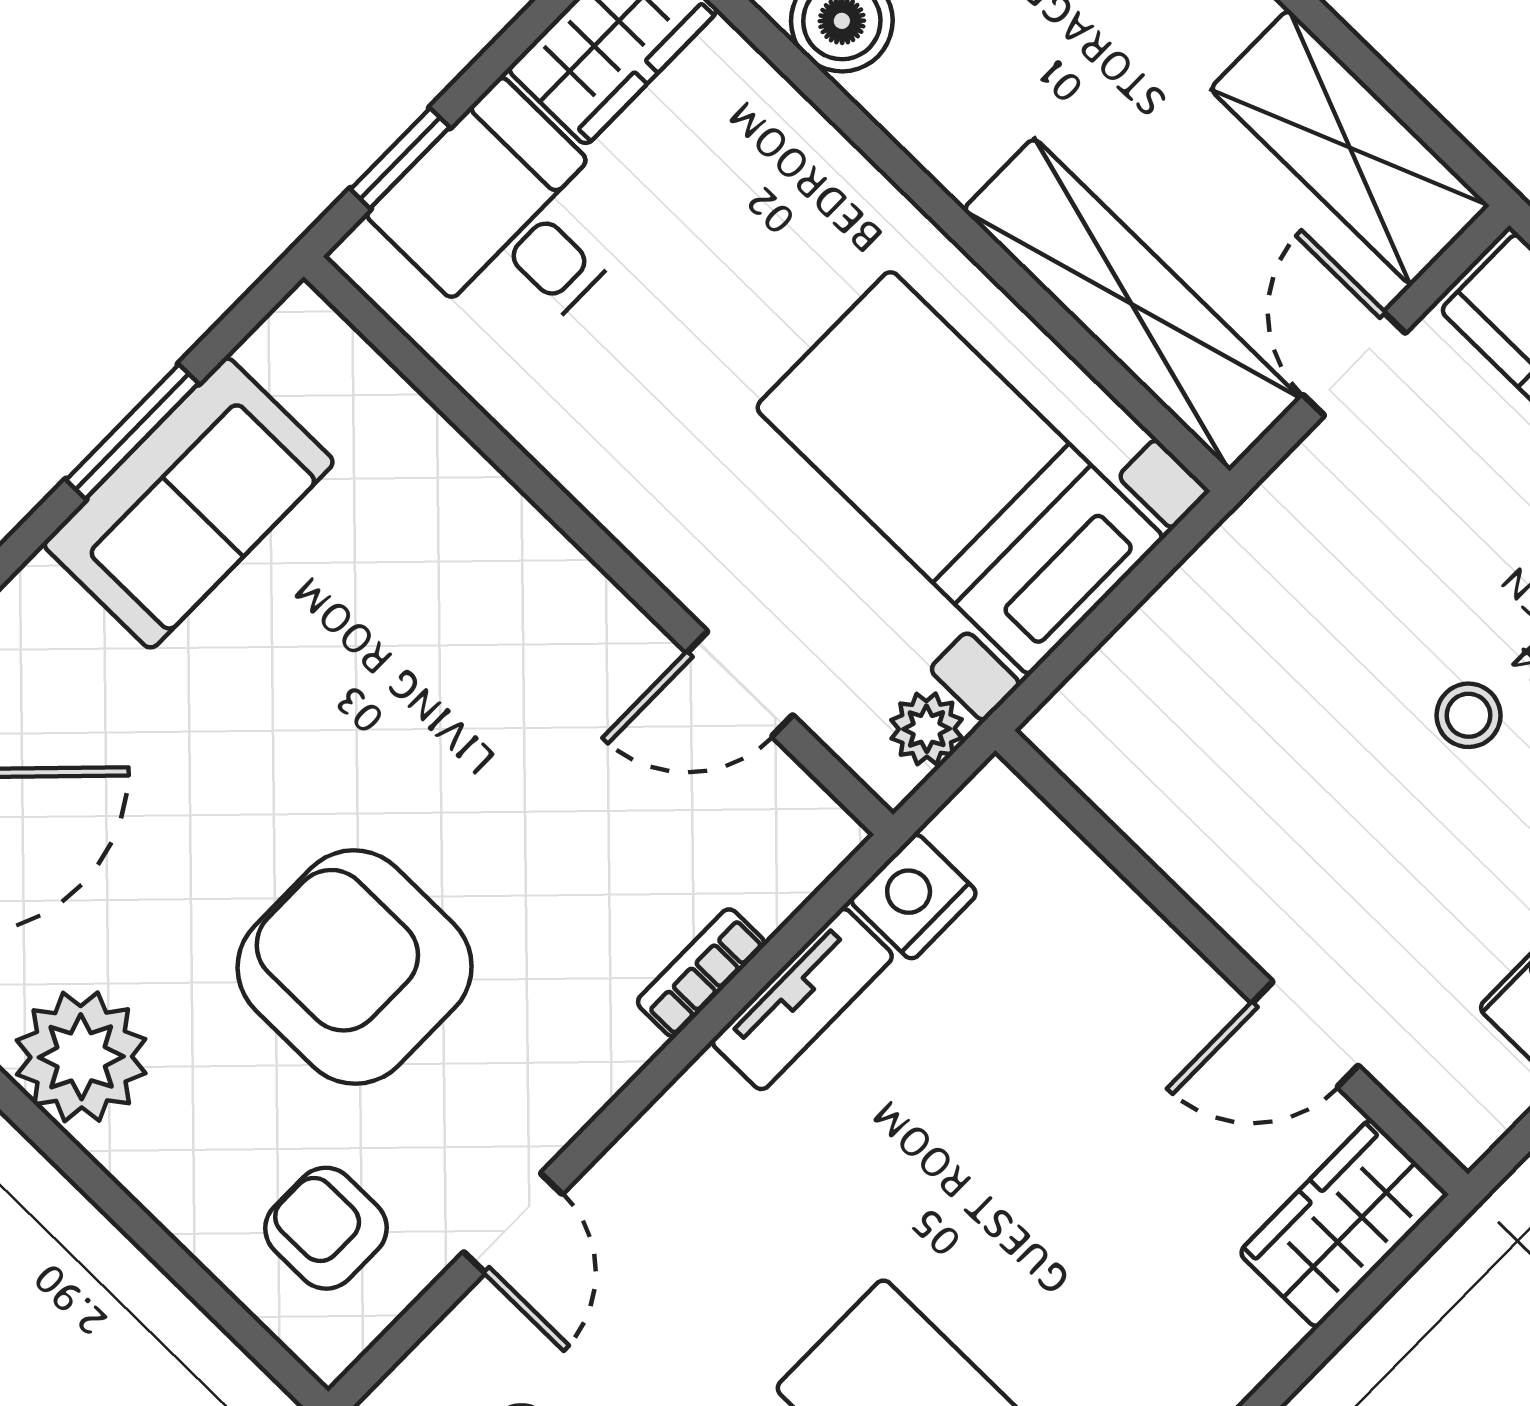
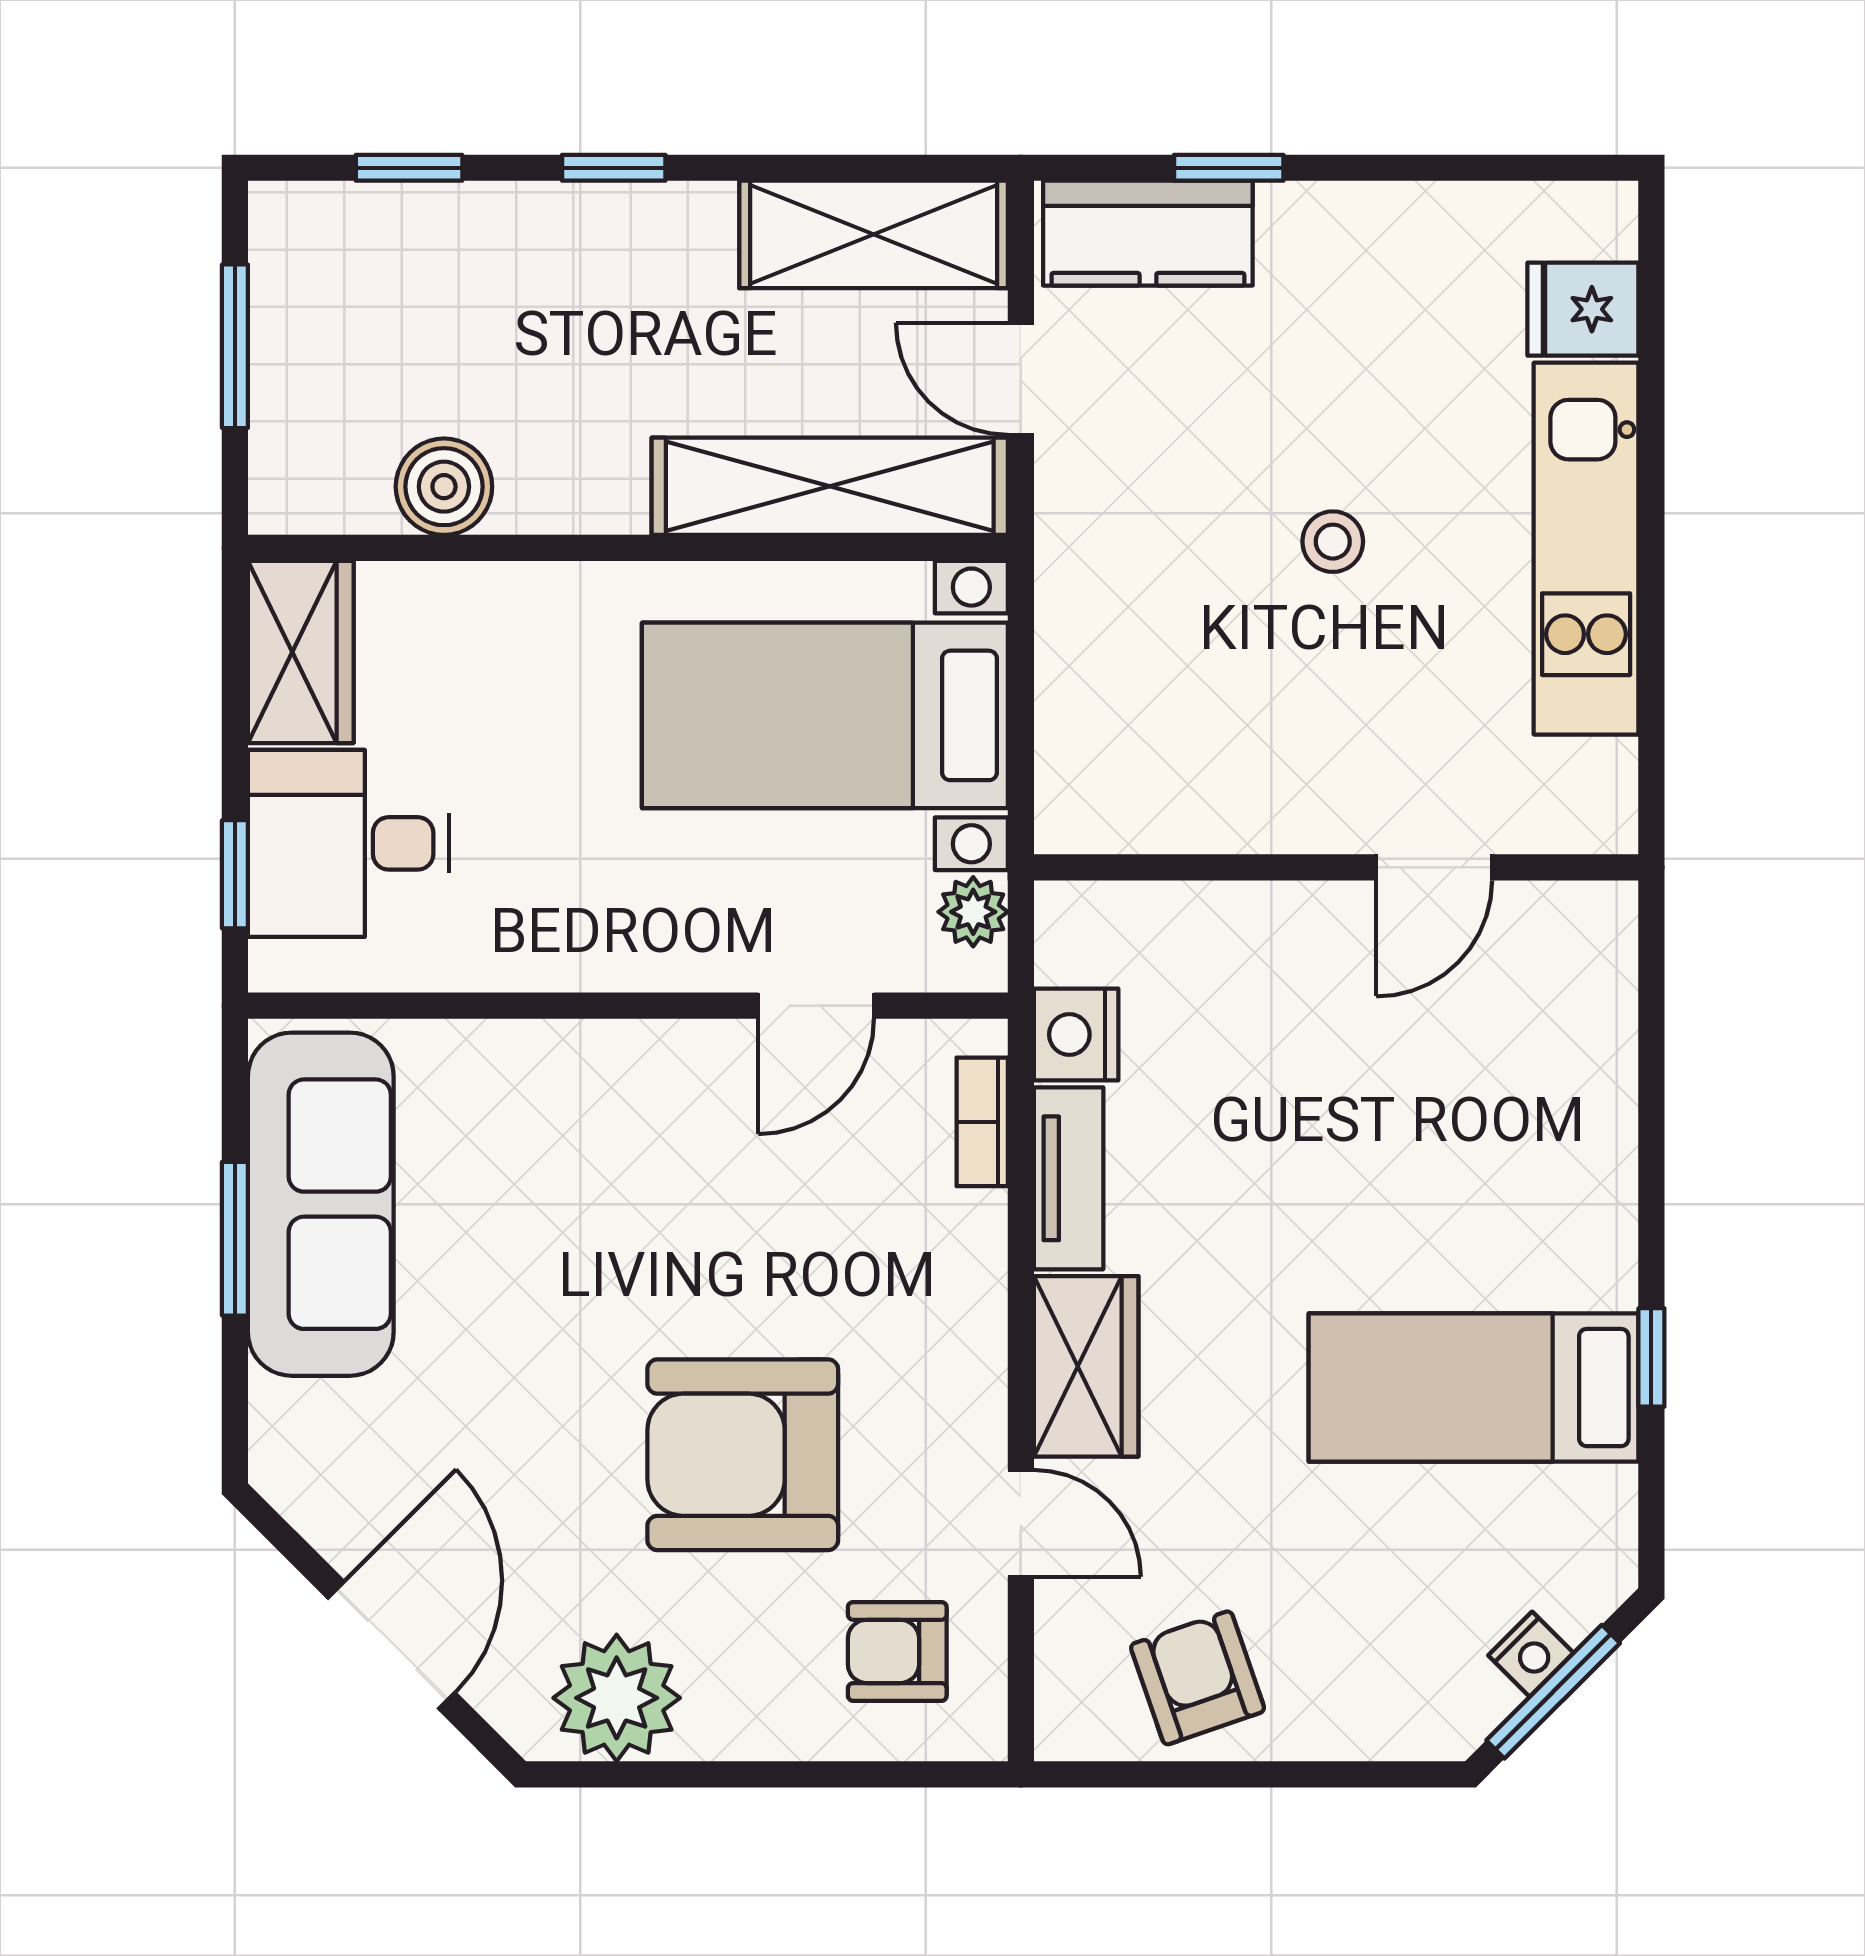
sofa: (189, 503) -> (321, 1204), width x1.36
bookcase: (701, 973) -> (982, 1122), moved
wardrobe: (1343, 1223) -> (1086, 1366), moved, turned 180

